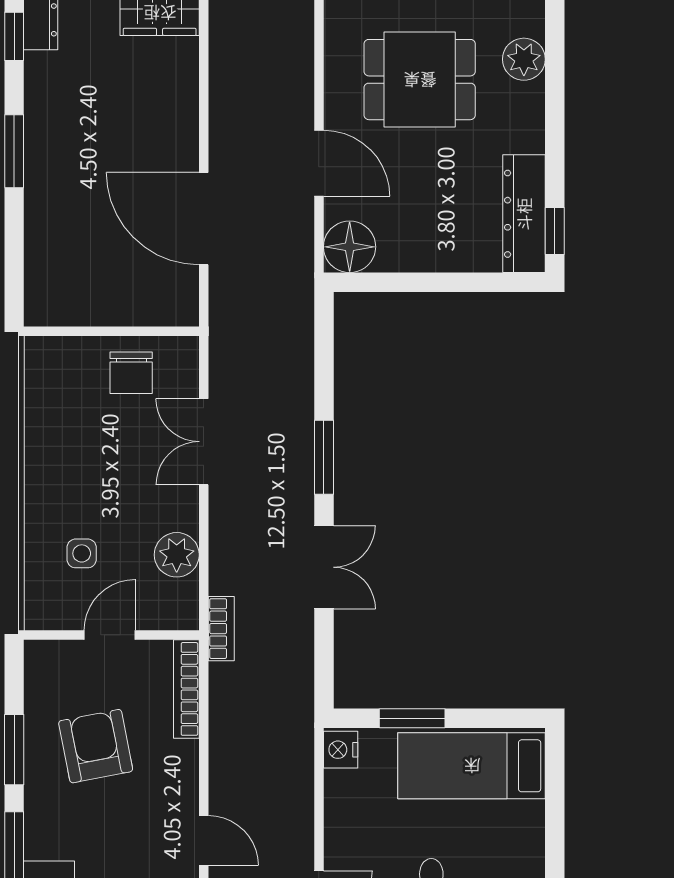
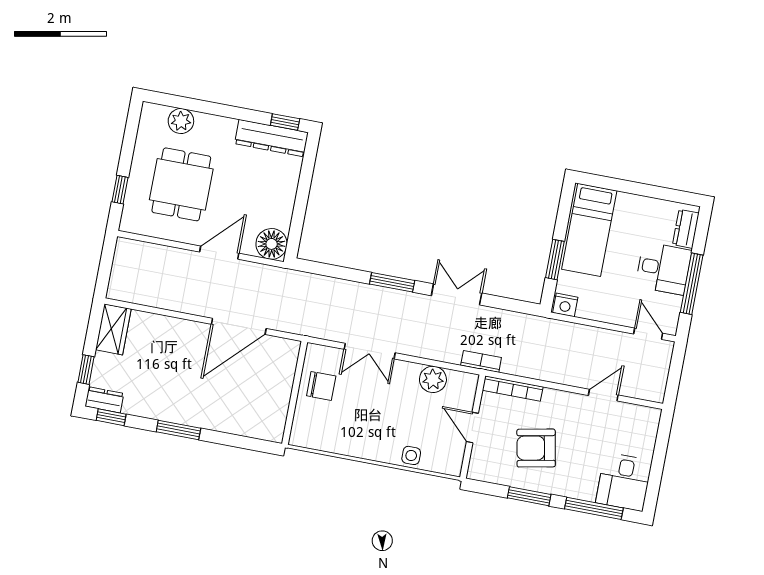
side table: (82, 553) -> (411, 455), moved

